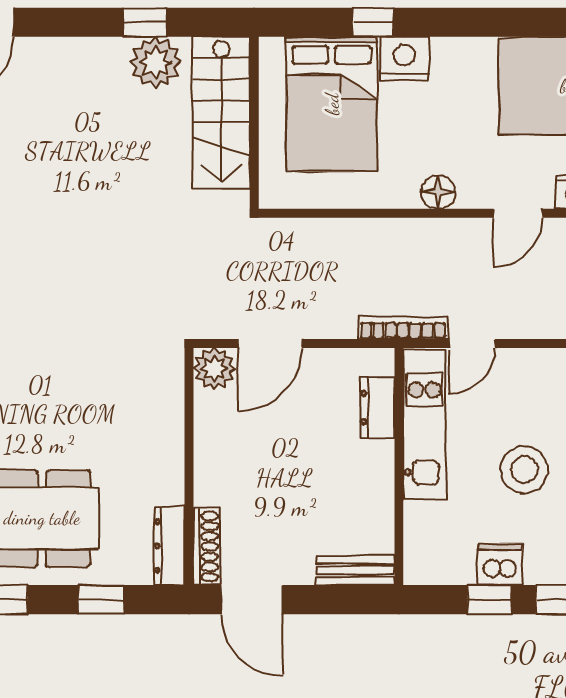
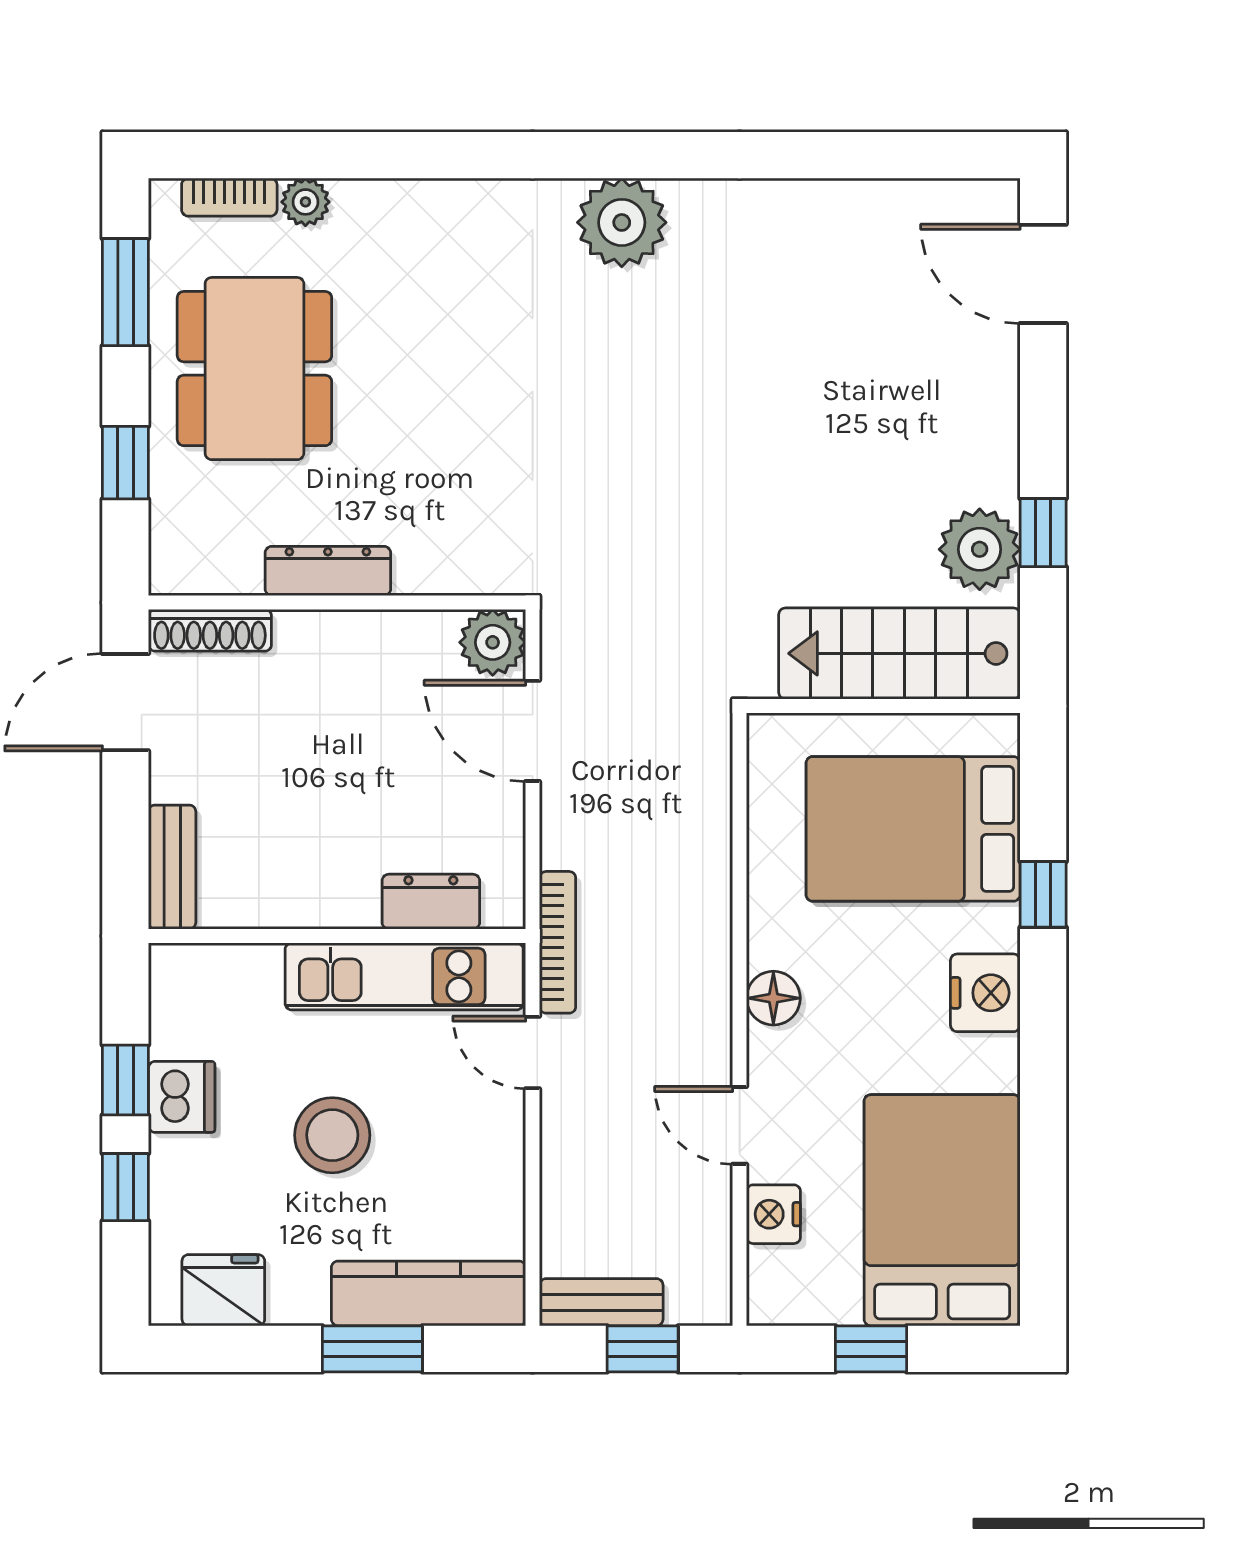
nightstand: (404, 59) -> (985, 993), moved
dresser: (169, 546) -> (328, 571), moved

